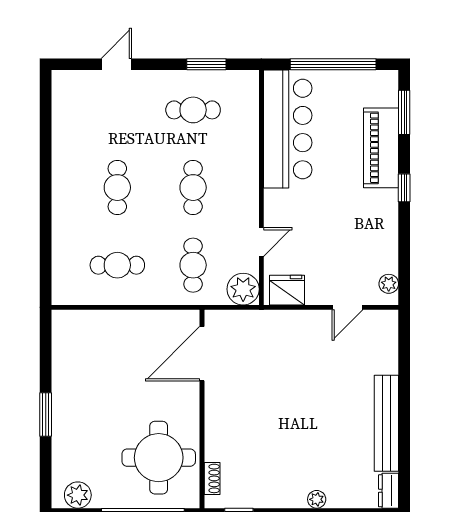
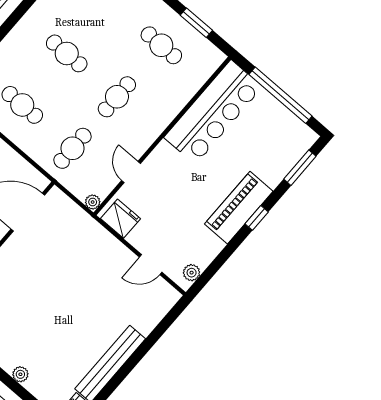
piano: (381, 148) -> (239, 208), moved
cafe table: (117, 188) -> (67, 53), turned 90
door: (261, 242) -> (131, 172), swing flipped
plant: (243, 289) -> (93, 202), width x0.53, depth x0.53

